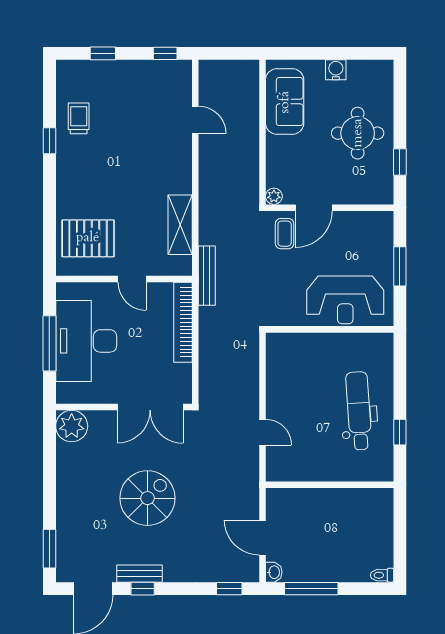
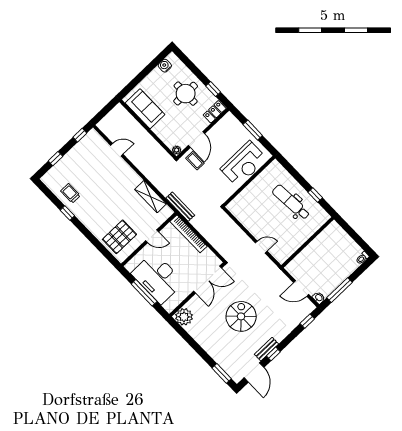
water cooler: (336, 70) -> (165, 66), moved
locker: (373, 194) -> (215, 112), added

